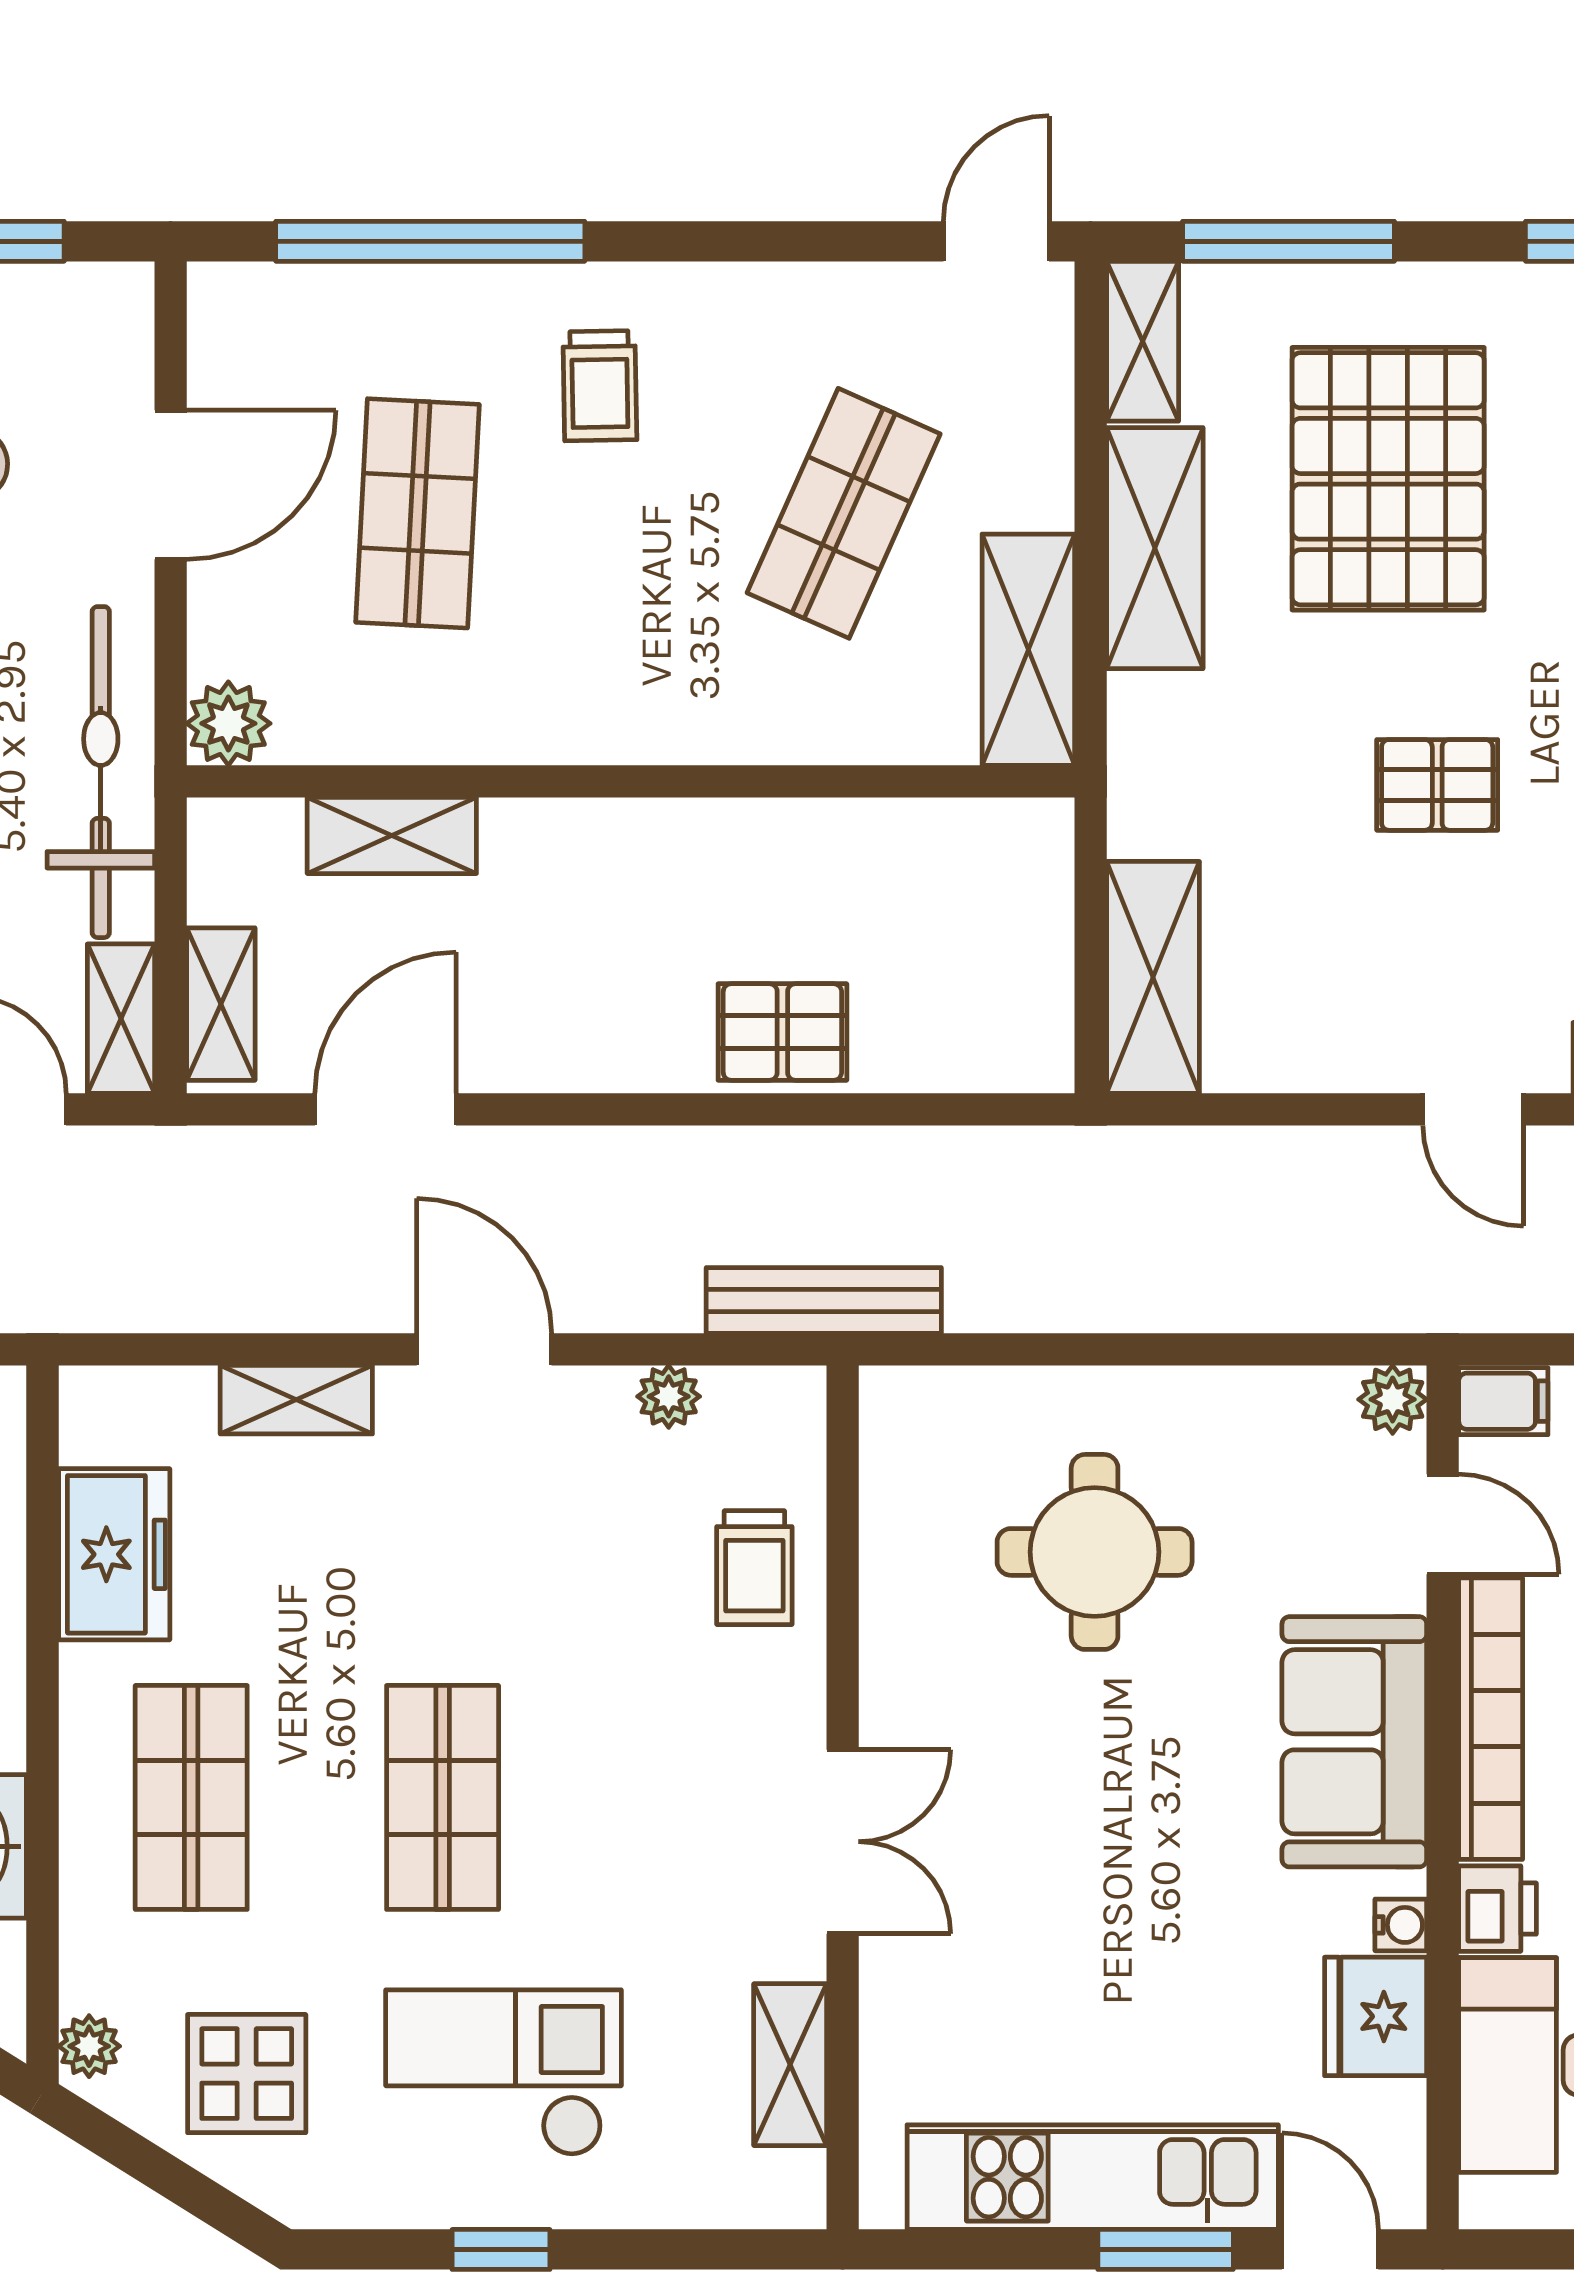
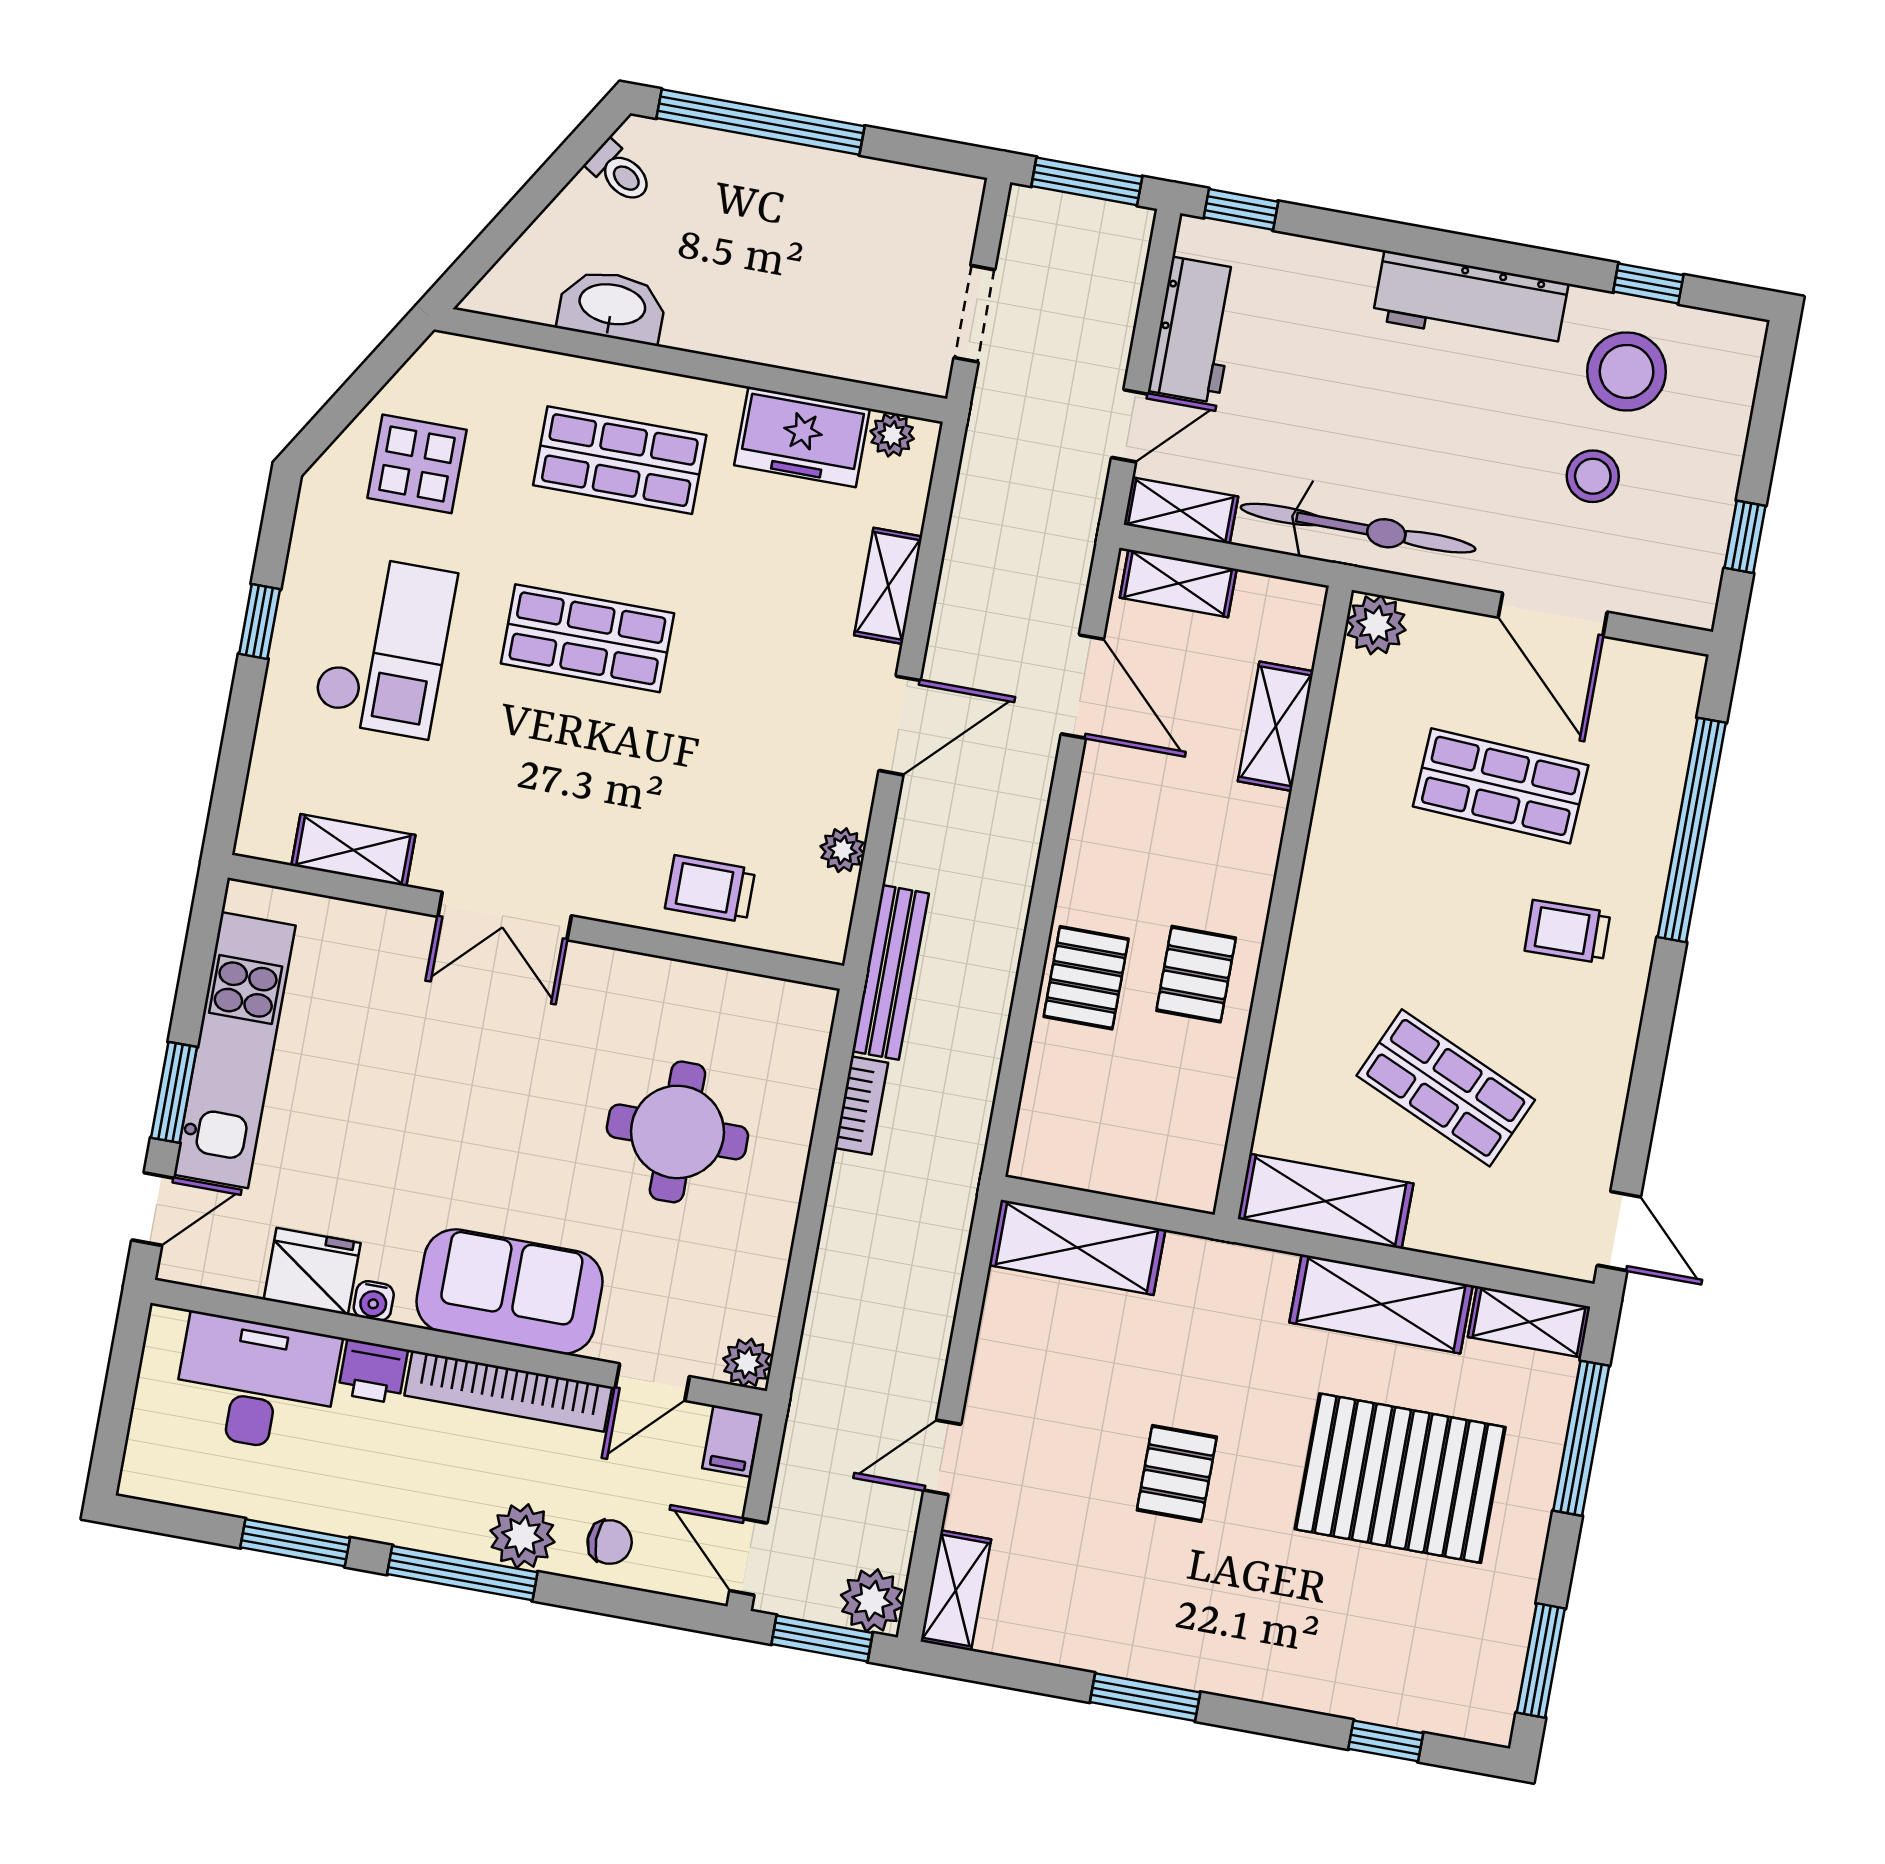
pallet: (750, 883) -> (1196, 974), added
bookcase: (1013, 1307) -> (861, 1105), added
plant: (89, 2046) -> (892, 435), moved

